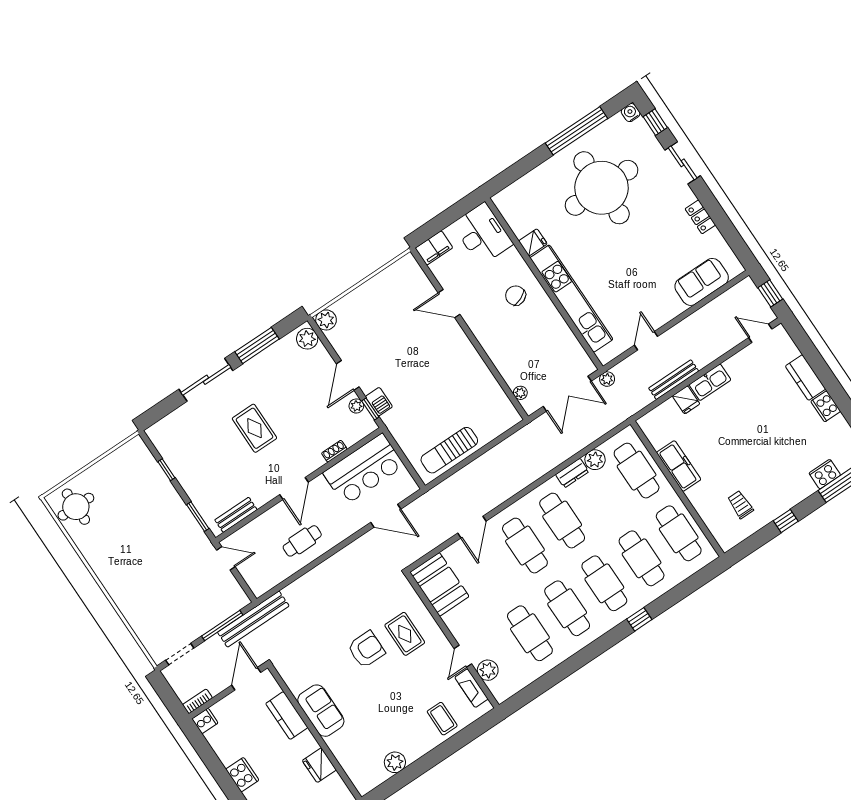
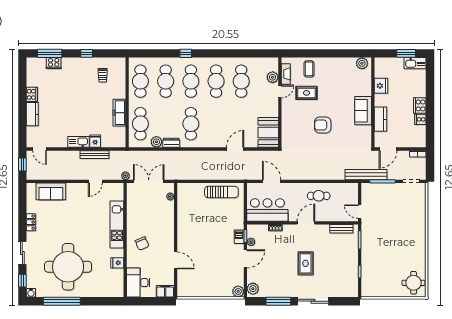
kitchen unit: (571, 299) -> (117, 224), width x0.73
cafe table: (525, 546) -> (216, 124), removed
rug: (405, 634) -> (307, 93), moved, turned 90
cooker: (205, 721) -> (420, 119), moved
plant: (395, 762) -> (362, 63), moved

